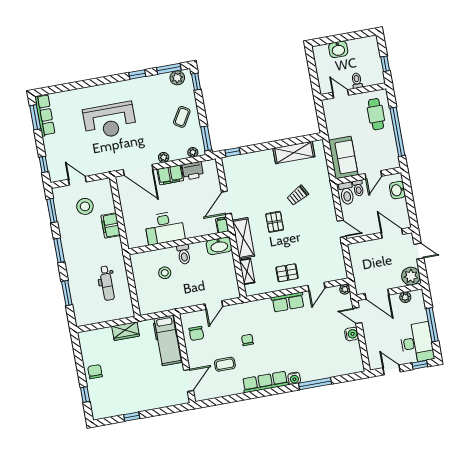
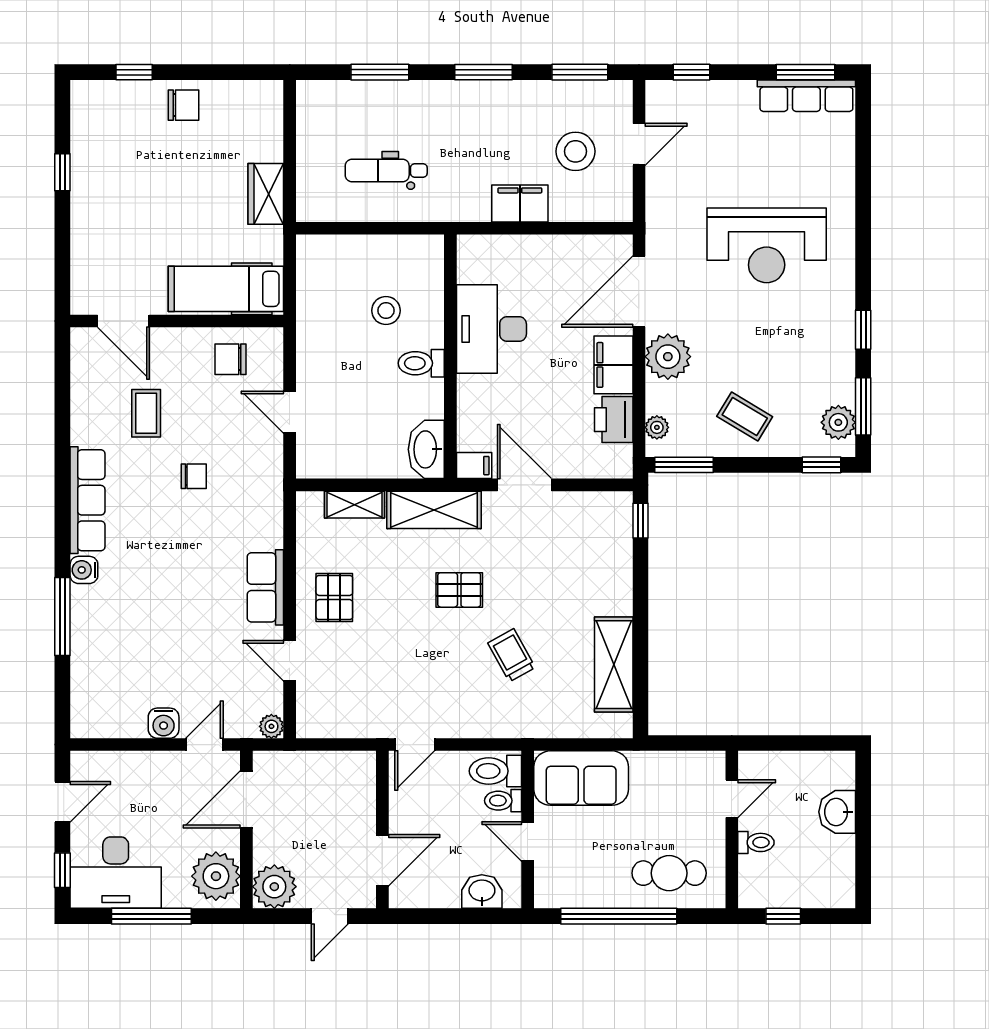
reception desk: (110, 121) -> (767, 245), turned -90
plant: (164, 157) -> (668, 357), width x1.88, depth x1.88
plant: (405, 297) -> (216, 876), width x1.88, depth x1.88

